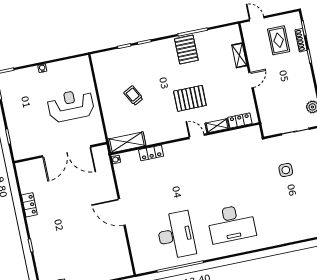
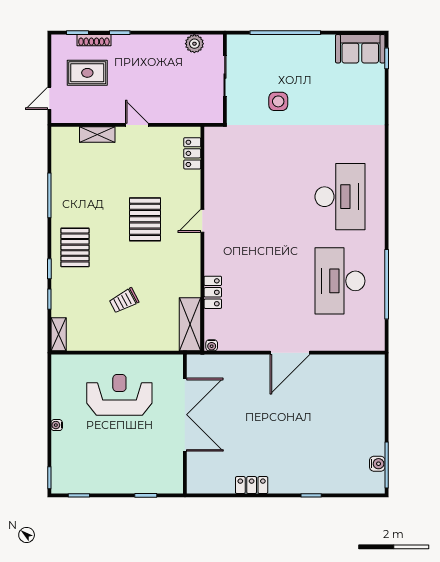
pallet: (186, 50) -> (75, 247), moved, turned 90
reception desk: (71, 105) -> (119, 395), turned 90
shelving: (217, 126) -> (59, 334), moved
desk: (176, 235) -> (340, 281), turned -90

